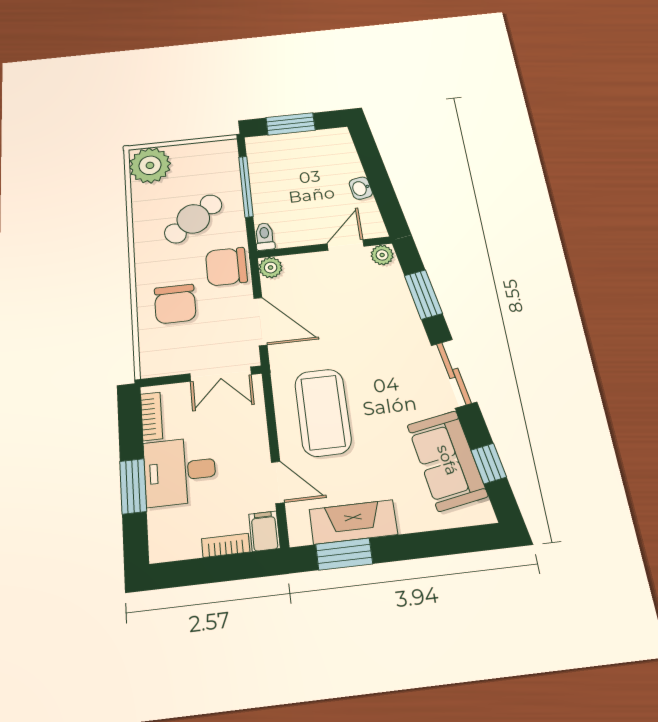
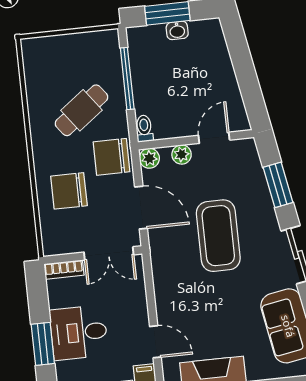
plant: (150, 165) -> (40, 55), removed
washbasin: (361, 188) -> (177, 30), moved, turned -80
plant: (382, 255) -> (182, 154), moved
chair: (175, 304) -> (69, 191), turned 90
coffee table: (323, 412) -> (218, 236), moved
bookcase: (151, 416) -> (64, 270), moved, turned 90

